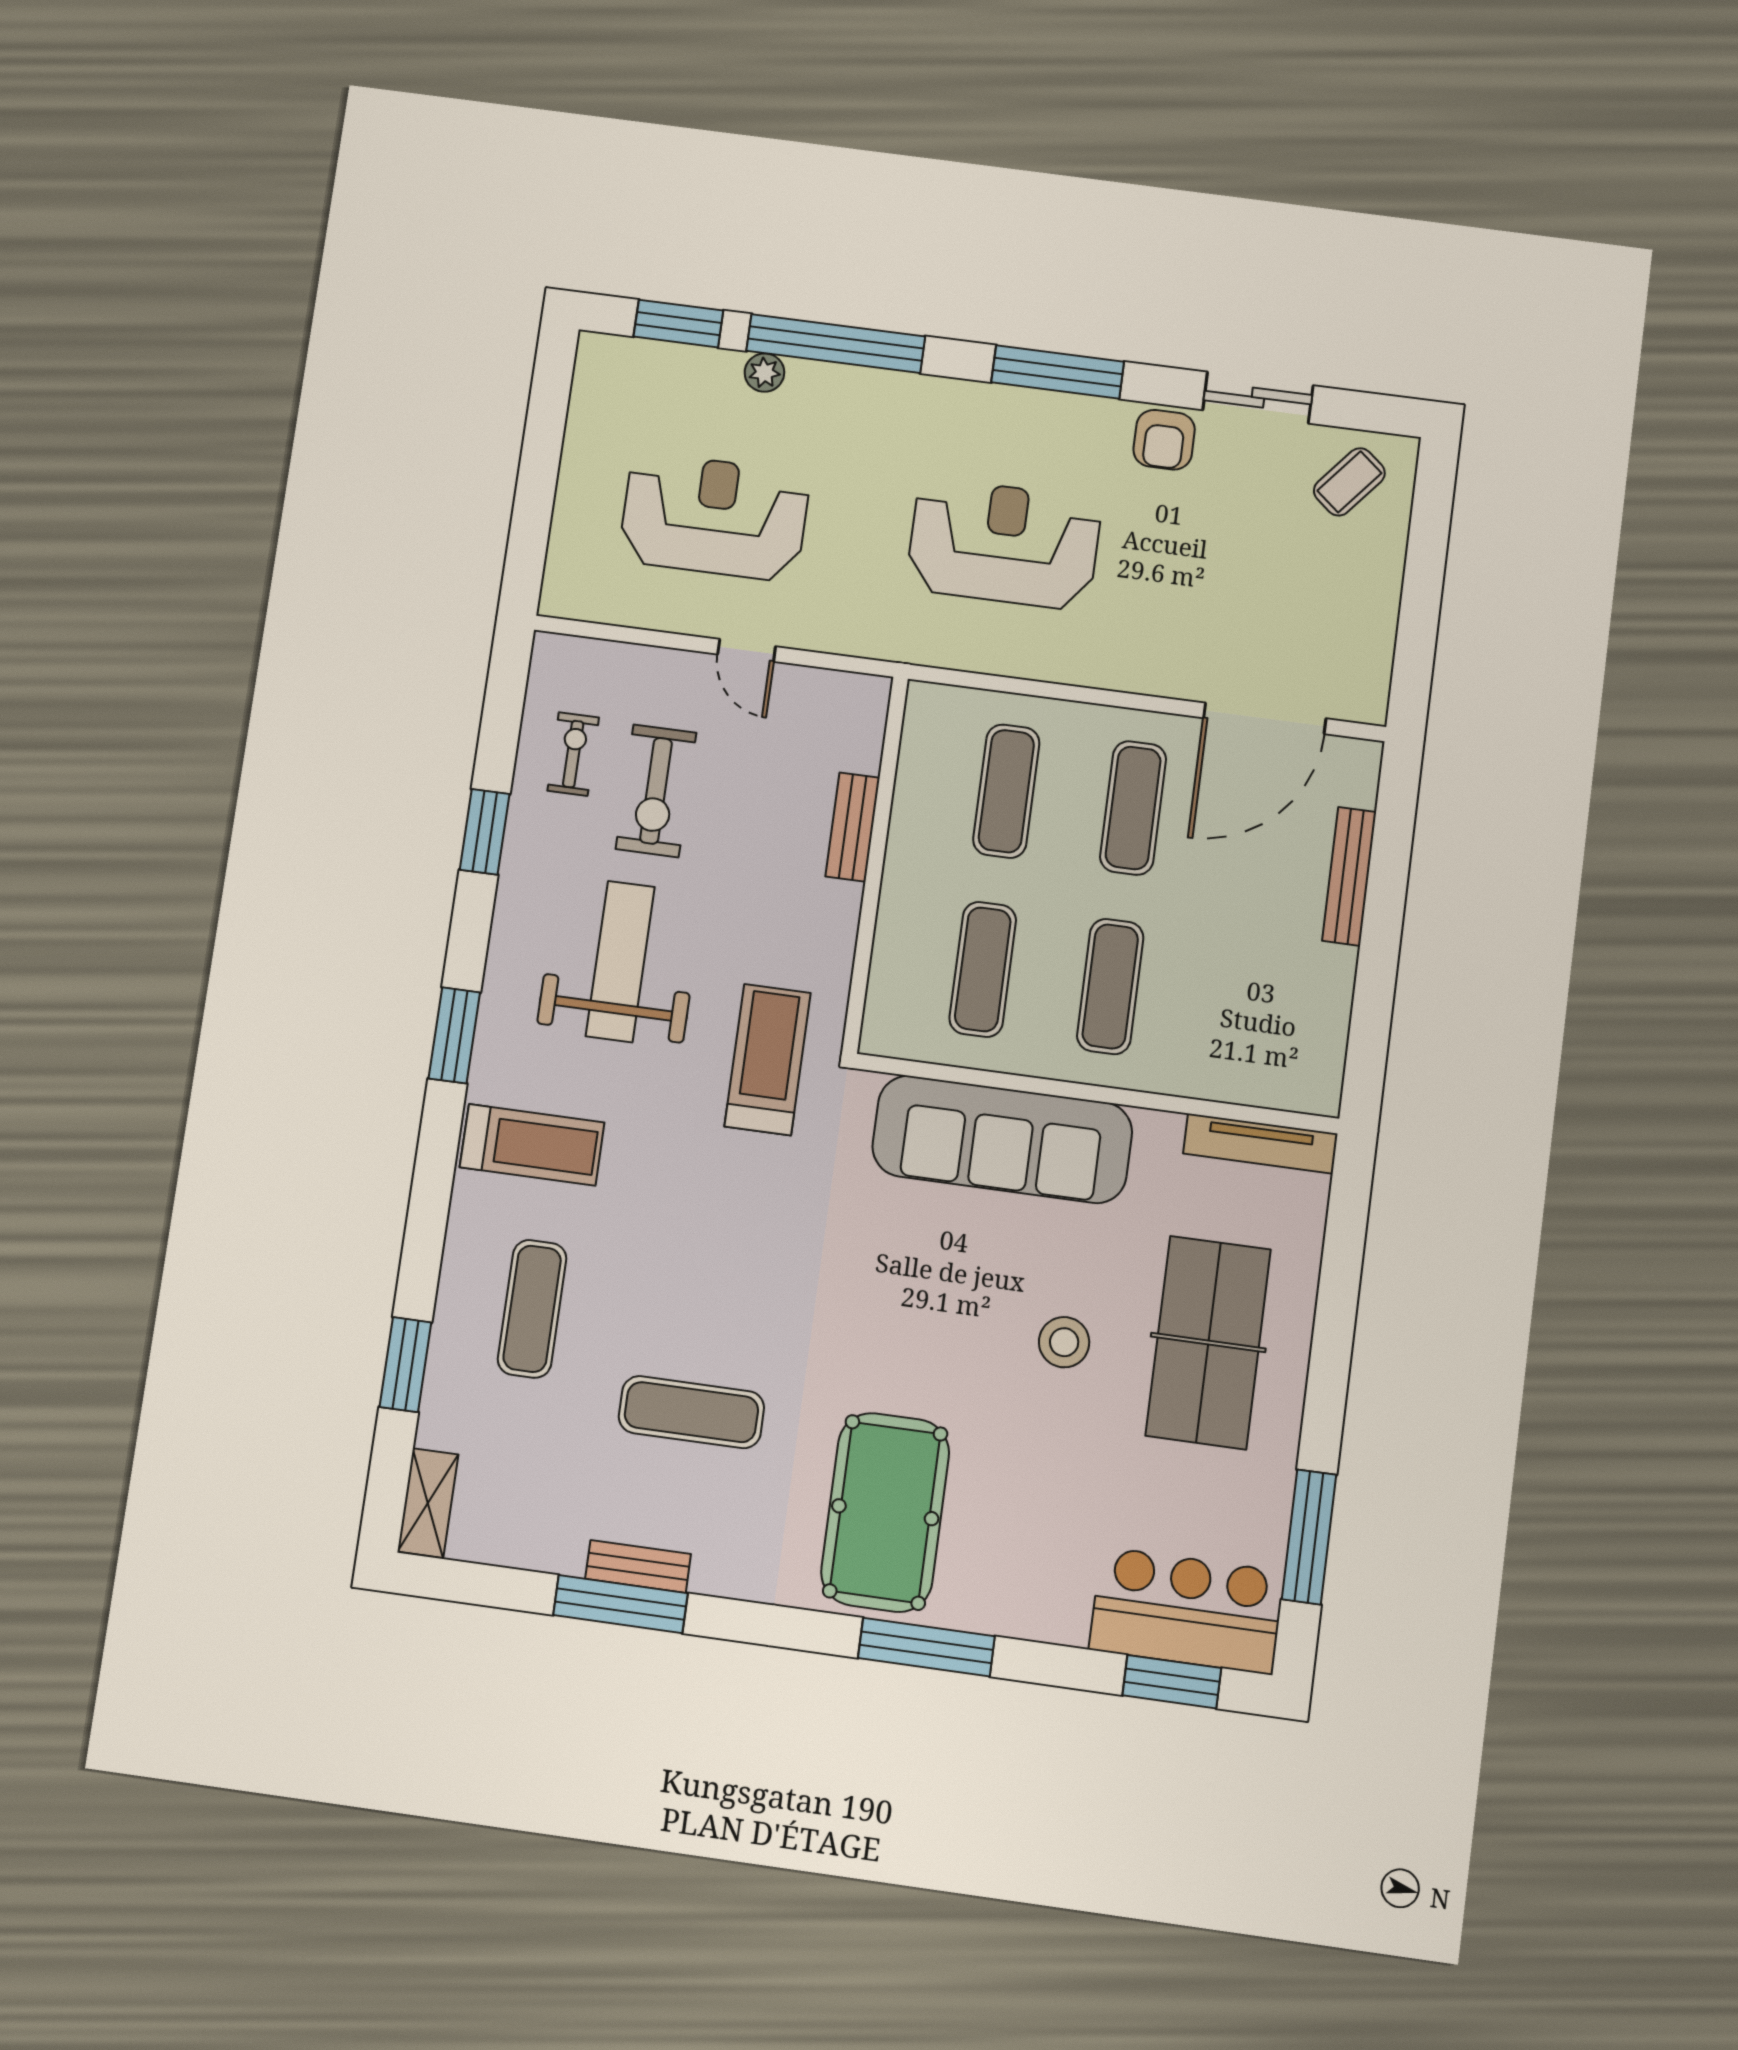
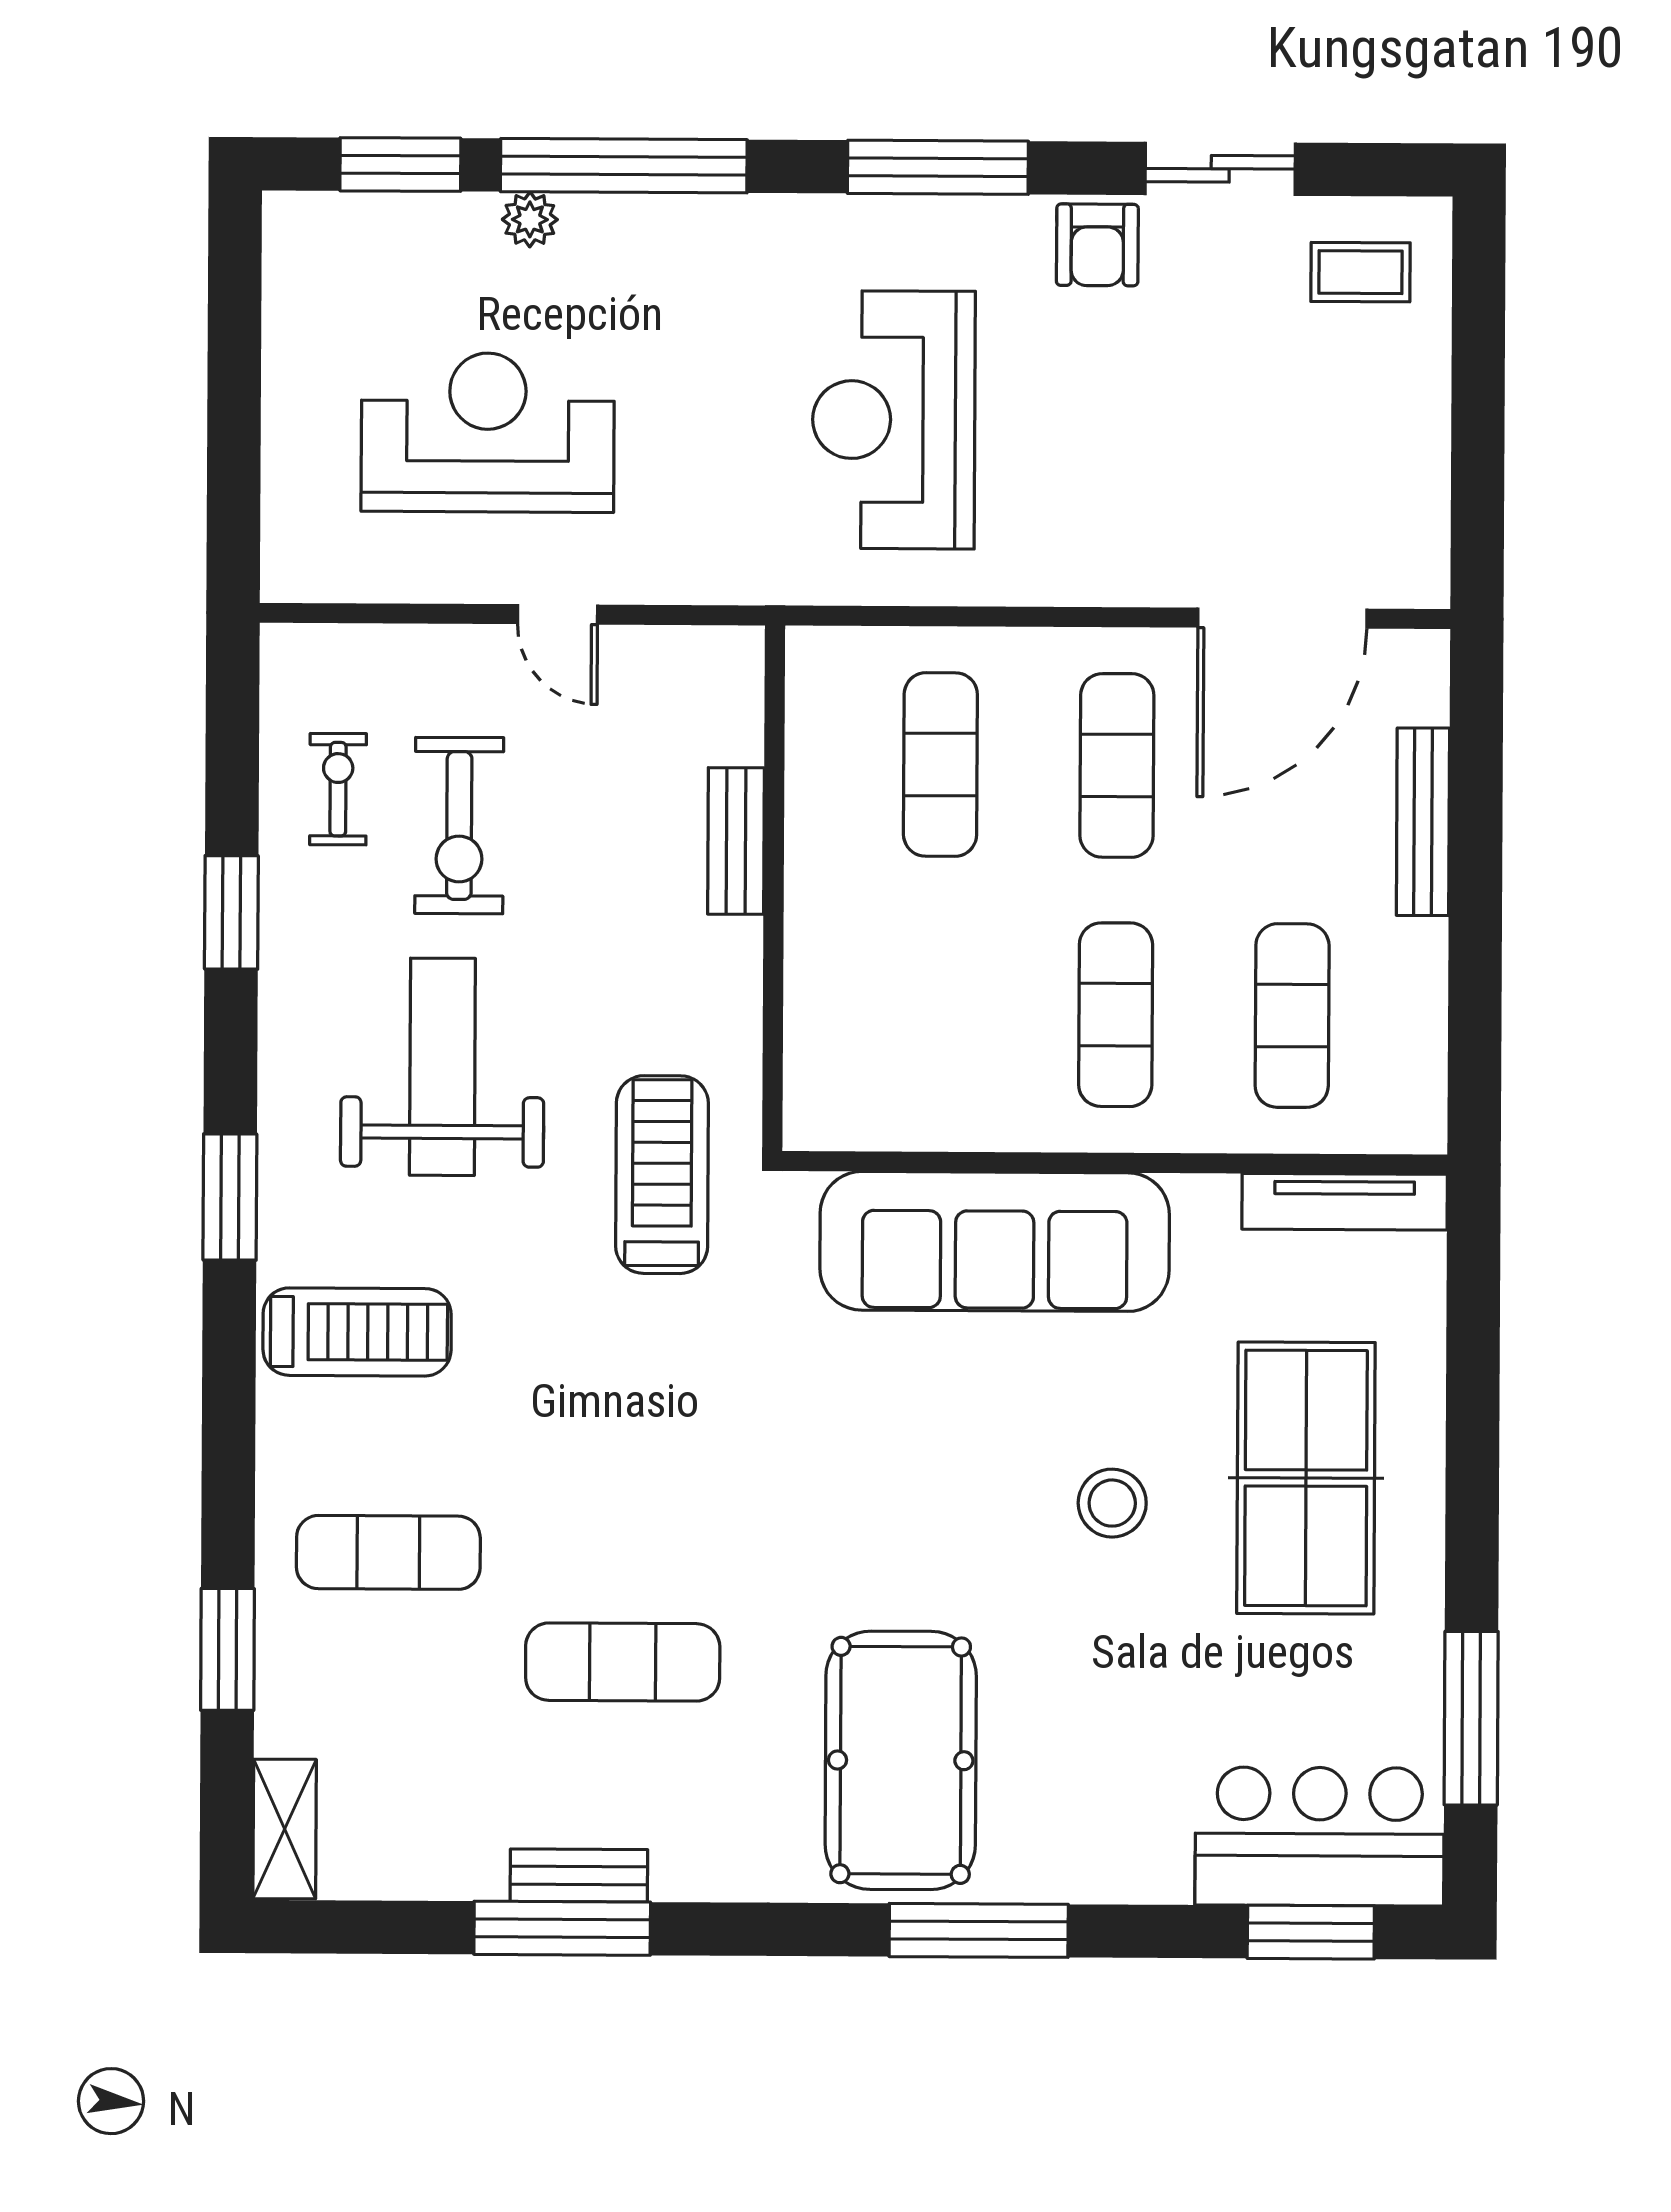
coffee table: (1349, 482) -> (1360, 272), turned 50
reception desk: (1004, 544) -> (894, 420), turned -90
exercise mat: (983, 969) -> (1292, 1016), moved
exercise mat: (532, 1309) -> (388, 1552), turned 90

